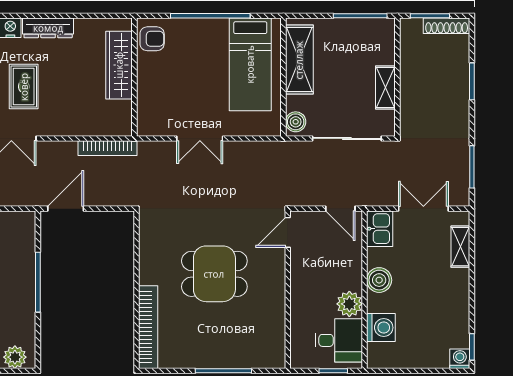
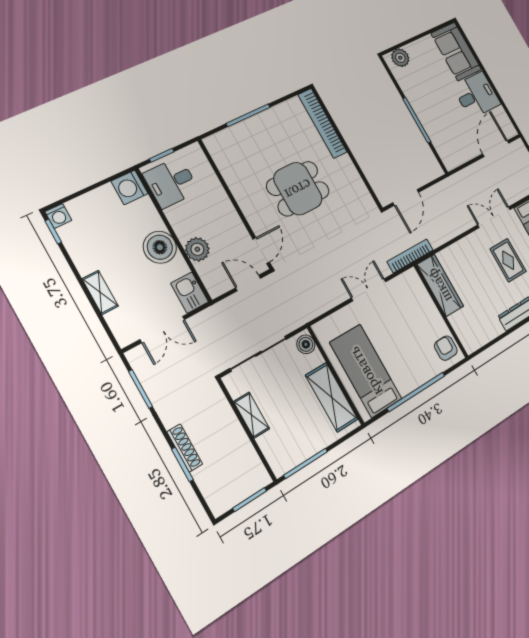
shoe rack: (447, 26) -> (185, 448), moved, turned 90
armchair: (152, 39) -> (446, 348), turned 90
wardrobe: (119, 65) -> (440, 285), moved
bookcase: (108, 148) -> (410, 256), moved
door: (66, 209) -> (406, 197), moved
door: (340, 209) -> (248, 283), moved
shelving: (460, 247) -> (100, 292), moved
boiler: (379, 280) -> (160, 247), width x1.37, depth x1.37
plant: (349, 304) -> (197, 249), moved
washing machine: (381, 328) -> (130, 187), moved

